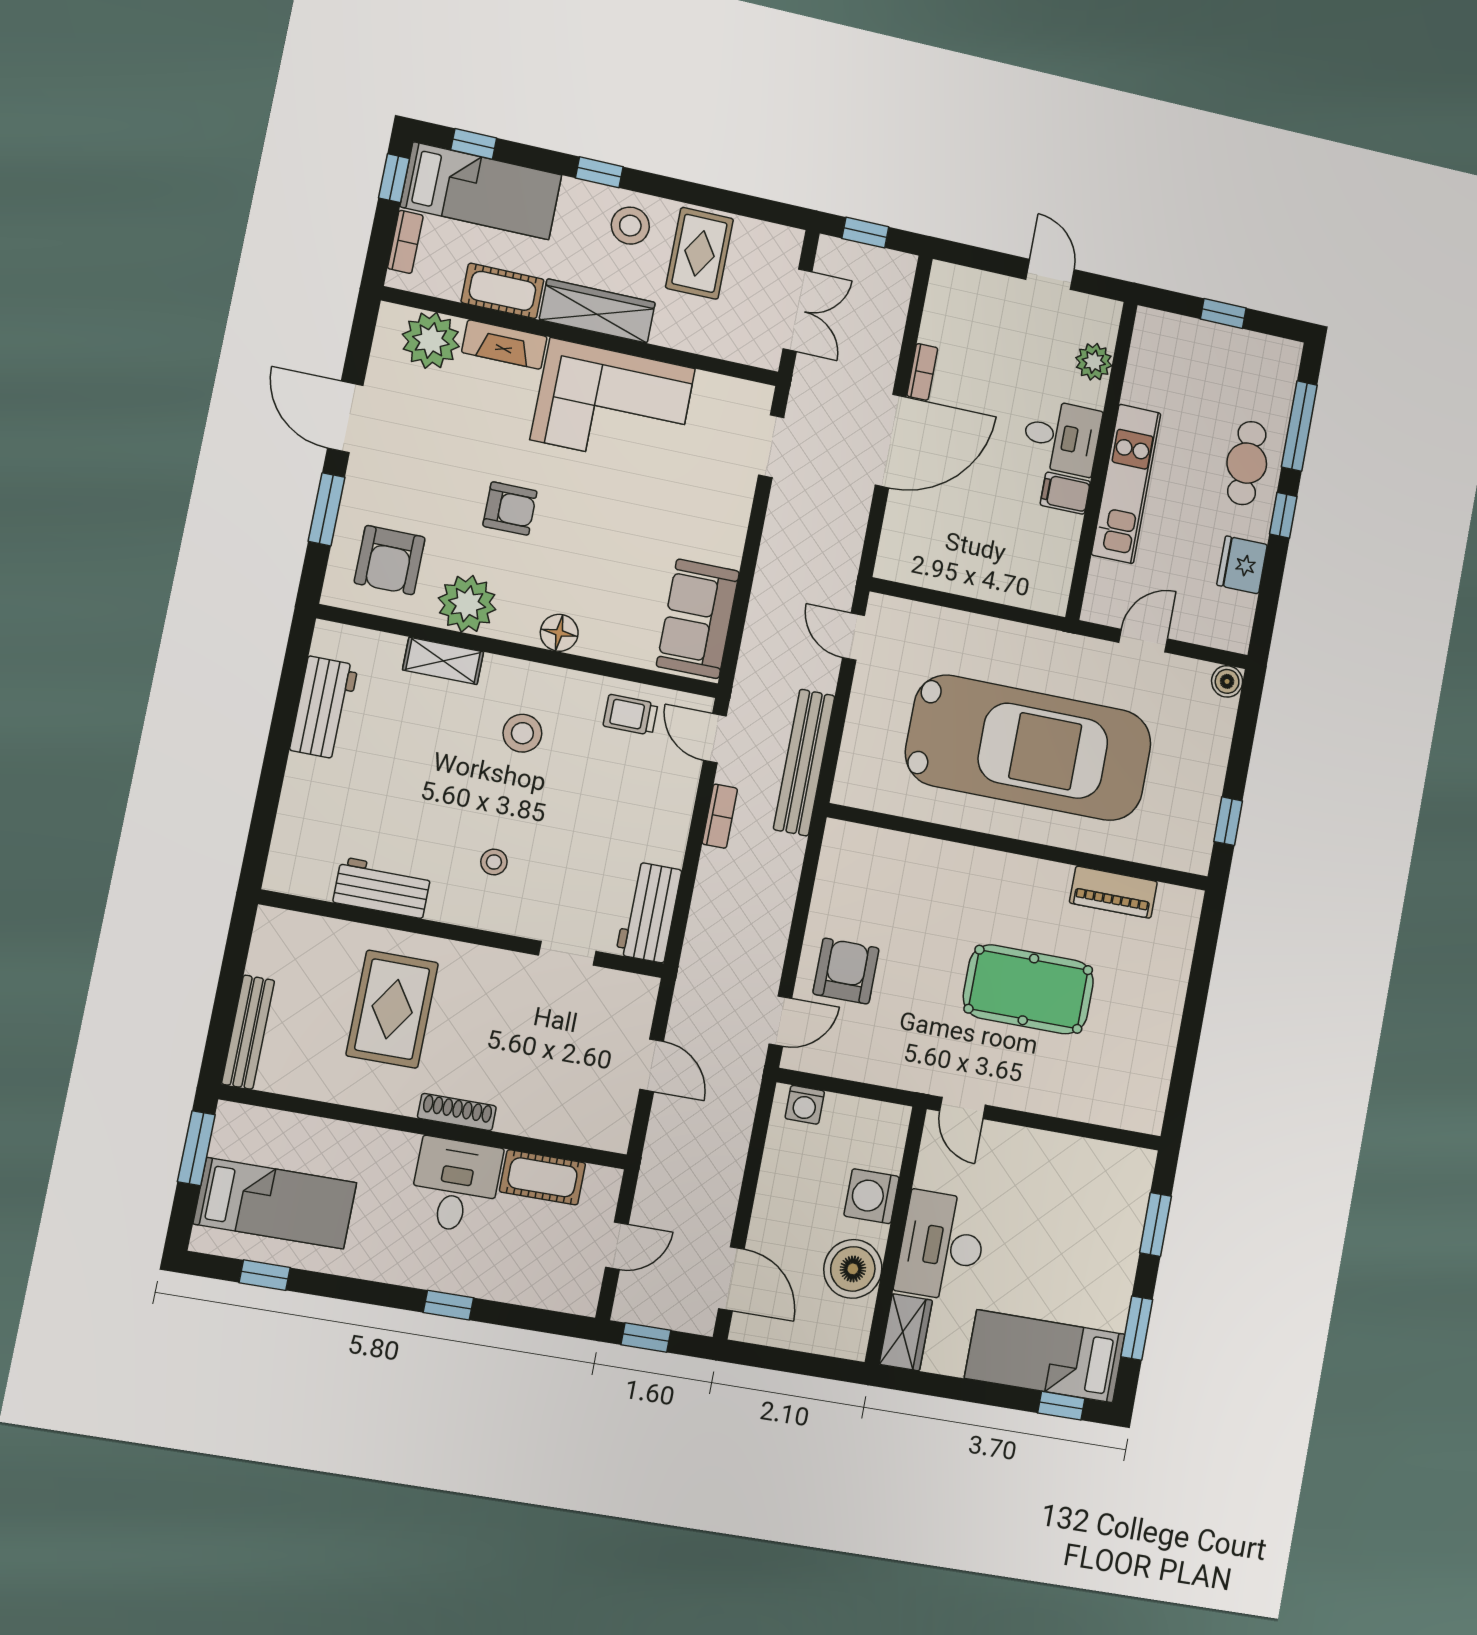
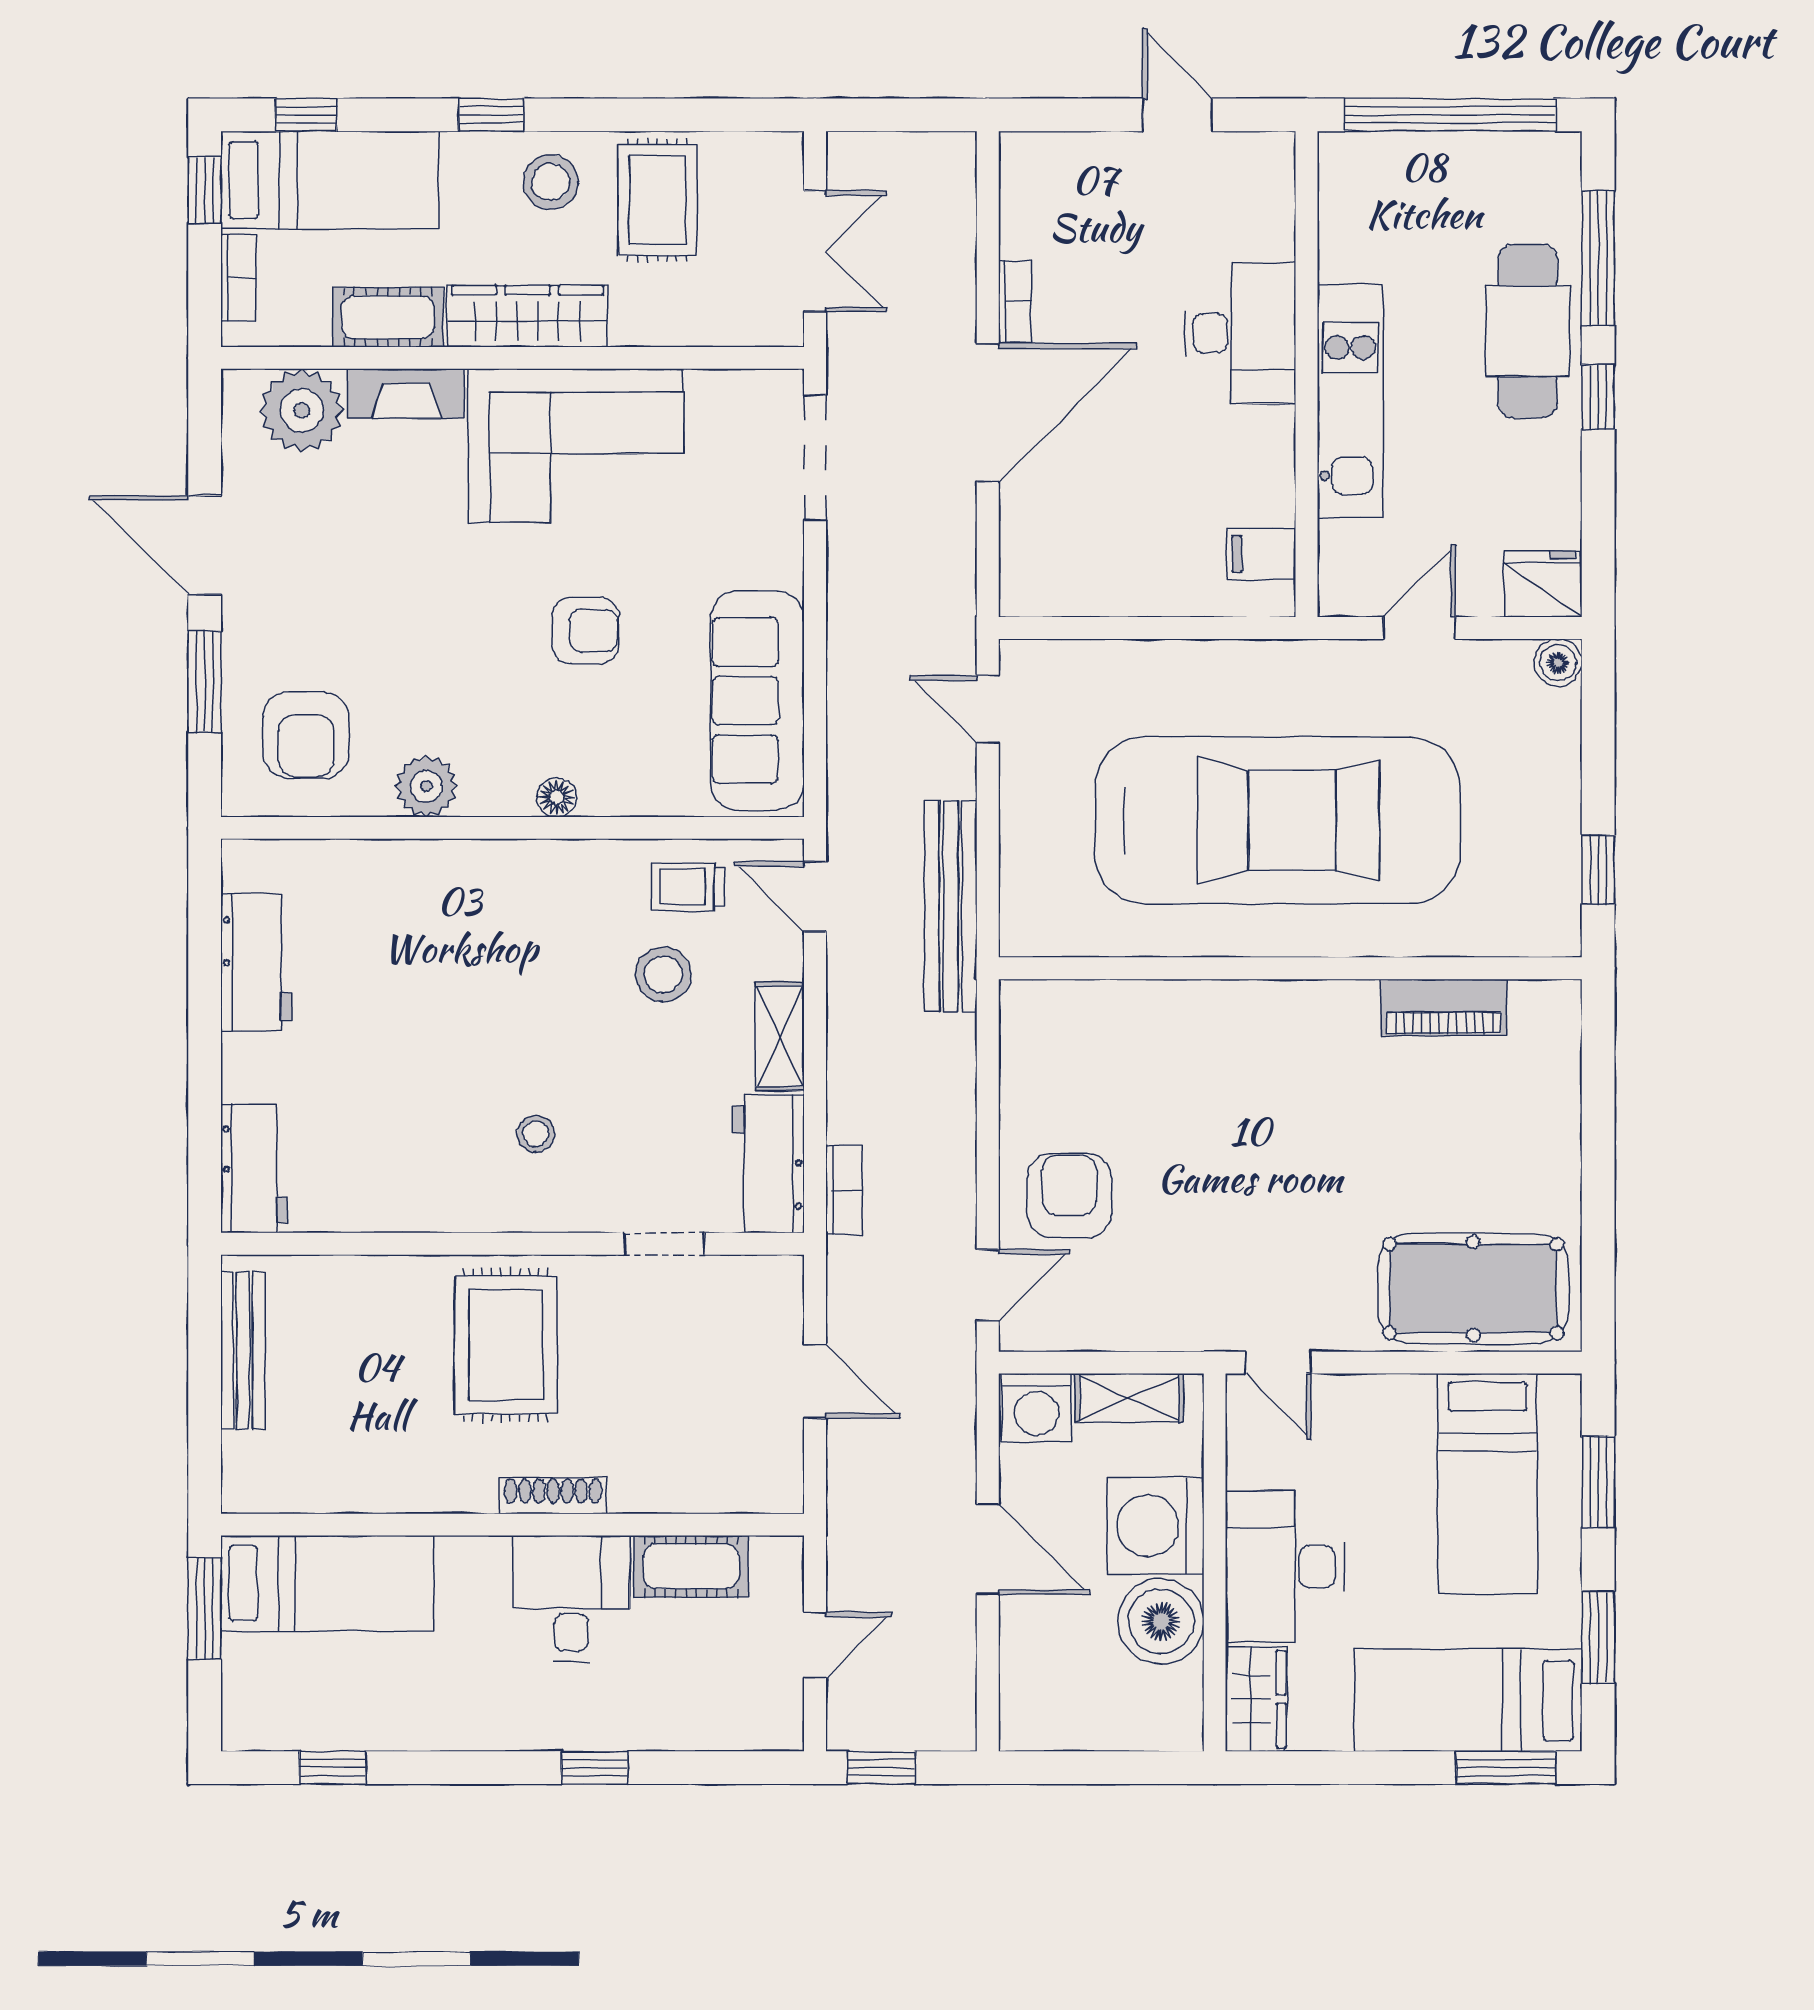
window: (865, 233) -> (892, 115), removed
window: (1223, 314) -> (1450, 115), width x3.17
plant: (1094, 362) -> (1267, 230), removed
desk: (1062, 437) -> (1240, 333), width x1.37
doorway: (771, 446) -> (815, 458), width x1.38
cafe table: (1247, 463) -> (1528, 331), width x1.37, depth x1.35
filing cabinet: (1065, 493) -> (1261, 554), moved
armchair: (510, 509) -> (585, 631), moved
fridge: (1242, 565) -> (1543, 584), moved, turned 90
plant: (467, 604) -> (426, 786), width x0.73, depth x0.73
sofa: (698, 619) -> (757, 701), width x1.36
floor lamp: (559, 633) -> (556, 797), width x0.73, depth x0.73
shelving: (443, 661) -> (780, 1036), moved, turned 90
stool: (522, 733) -> (663, 974), moved
bookcase: (720, 816) -> (844, 1190), moved
workbench: (382, 888) -> (254, 1168), moved, turned 90
pool table: (1028, 989) -> (1473, 1288), moved
rug: (392, 1009) -> (506, 1345), moved
bench: (248, 1032) -> (243, 1351), moved
washing machine: (805, 1105) -> (1037, 1408), width x1.38, depth x1.38
shelving: (860, 1114) -> (1129, 1398), added
washing machine: (872, 1196) -> (1155, 1526), width x1.37, depth x1.37
bed: (275, 1203) -> (327, 1583), moved
bed: (1084, 1213) -> (1488, 1484), added
door: (731, 1279) -> (988, 1549), moved
window: (1061, 1406) -> (1506, 1768), width x1.50

